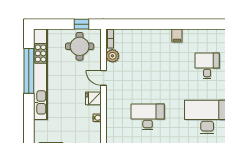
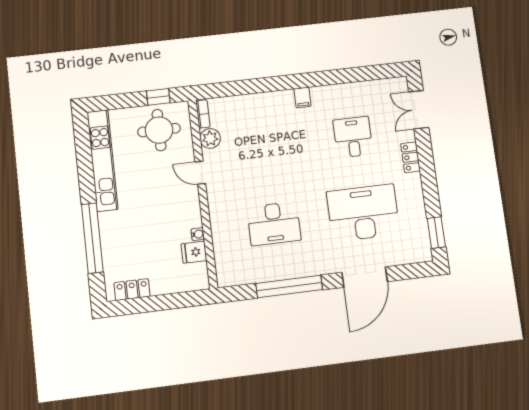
window: (29, 71) -> (92, 238), moved
kitchen unit: (41, 74) -> (102, 160), width x0.73
fridge: (93, 98) -> (194, 252), moved
desk: (148, 117) -> (274, 224), turned 180

